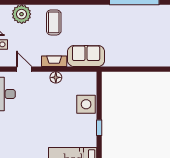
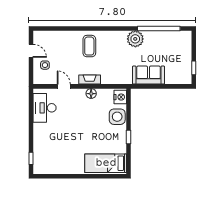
plant: (22, 14) -> (135, 39), moved
sofa: (86, 56) -> (149, 75), moved
nightstand: (90, 82) -> (120, 97), added

